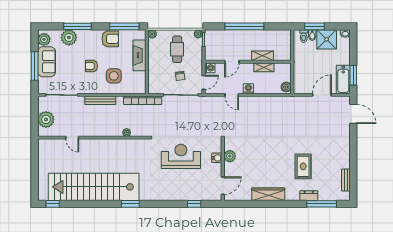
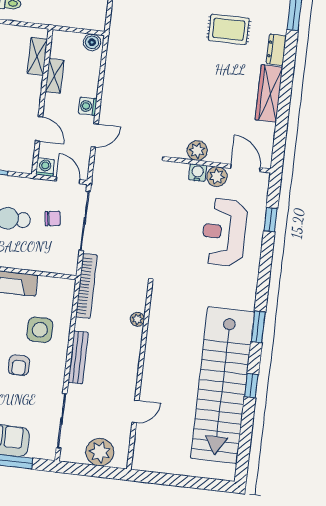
shelving: (262, 56) -> (37, 56), moved
reception desk: (181, 156) -> (224, 232), moved
plant: (216, 169) -> (217, 177), added
dresser: (309, 196) -> (276, 50), moved
window: (53, 204) -> (251, 386), moved

